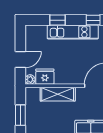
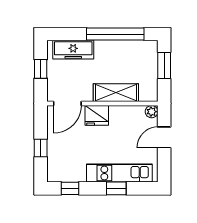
kitchen unit: (73, 32) -> (119, 173), moved
fridge: (45, 77) -> (97, 115), moved

